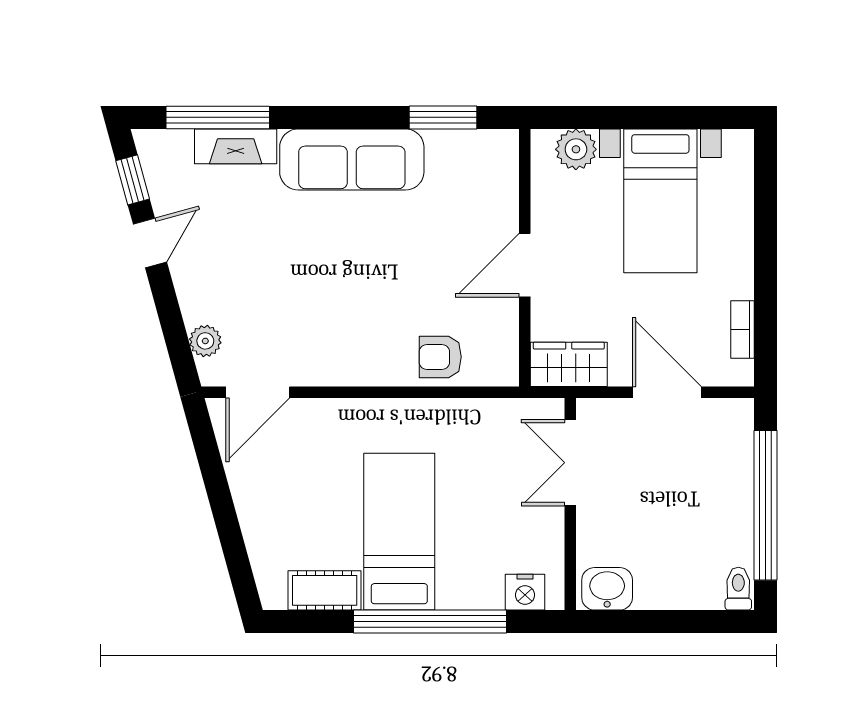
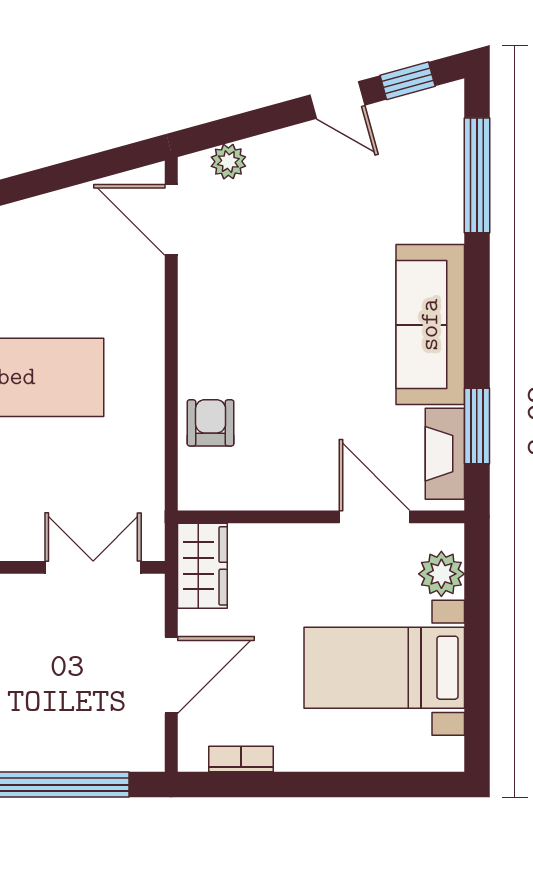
fireplace: (236, 146) -> (445, 454), moved
door: (525, 265) -> (374, 517), moved

